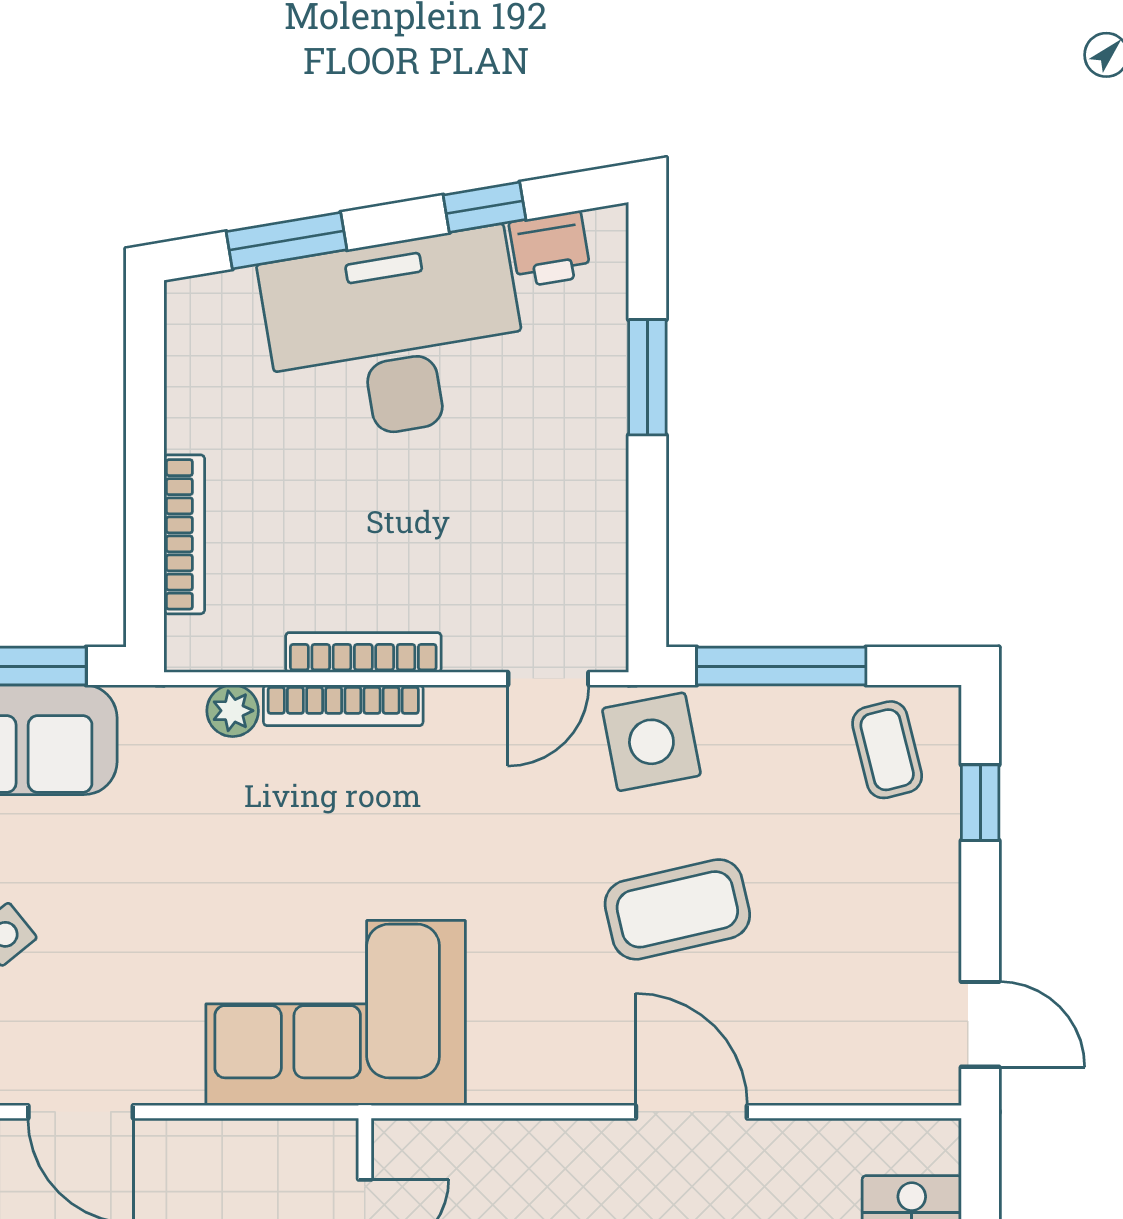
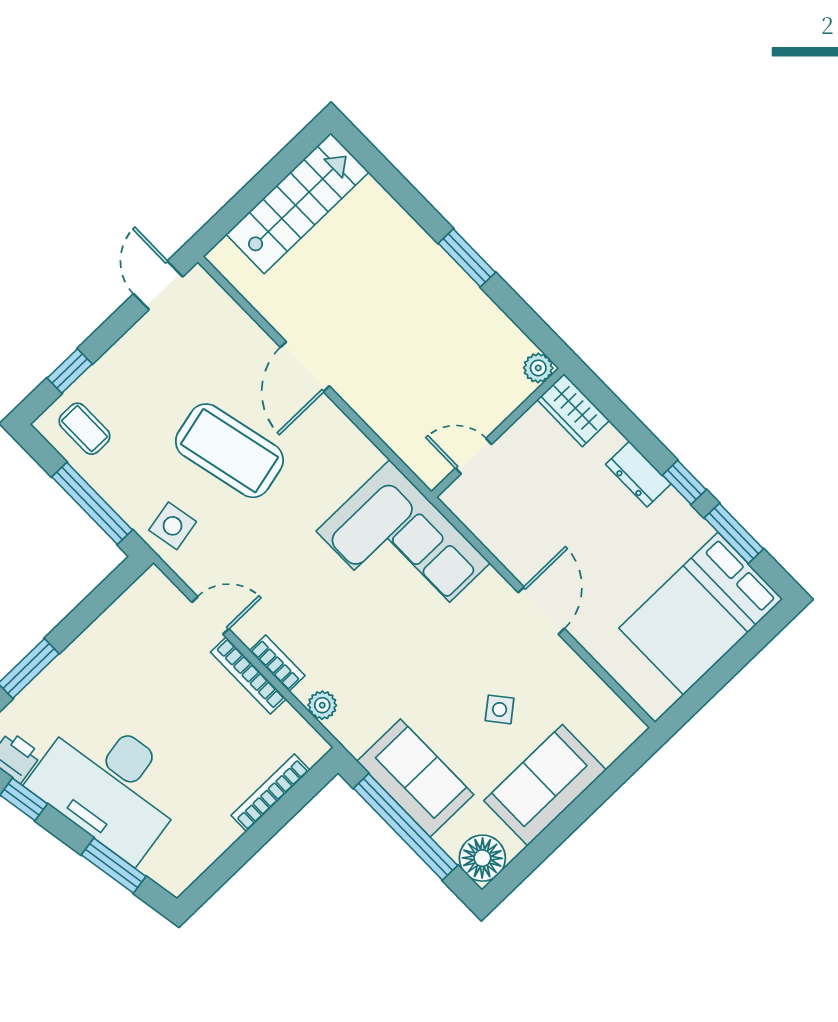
door: (548, 679) -> (210, 615), moved
bookcase: (343, 705) -> (277, 663), width x0.64
side table: (651, 742) -> (173, 526), width x0.73, depth x0.73
coffee table: (887, 750) -> (84, 429), turned -76
coffee table: (677, 909) -> (229, 451), width x1.36, depth x1.32

